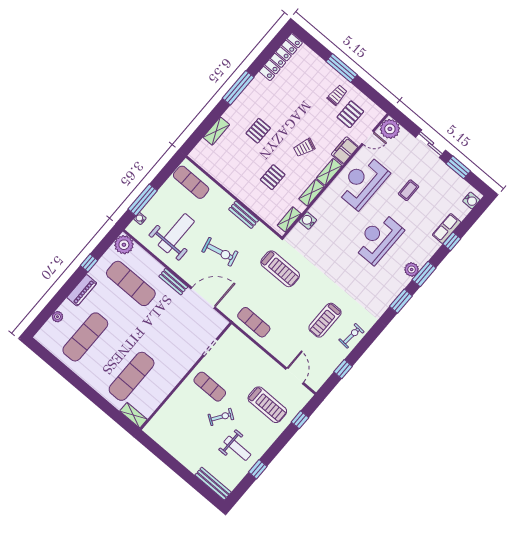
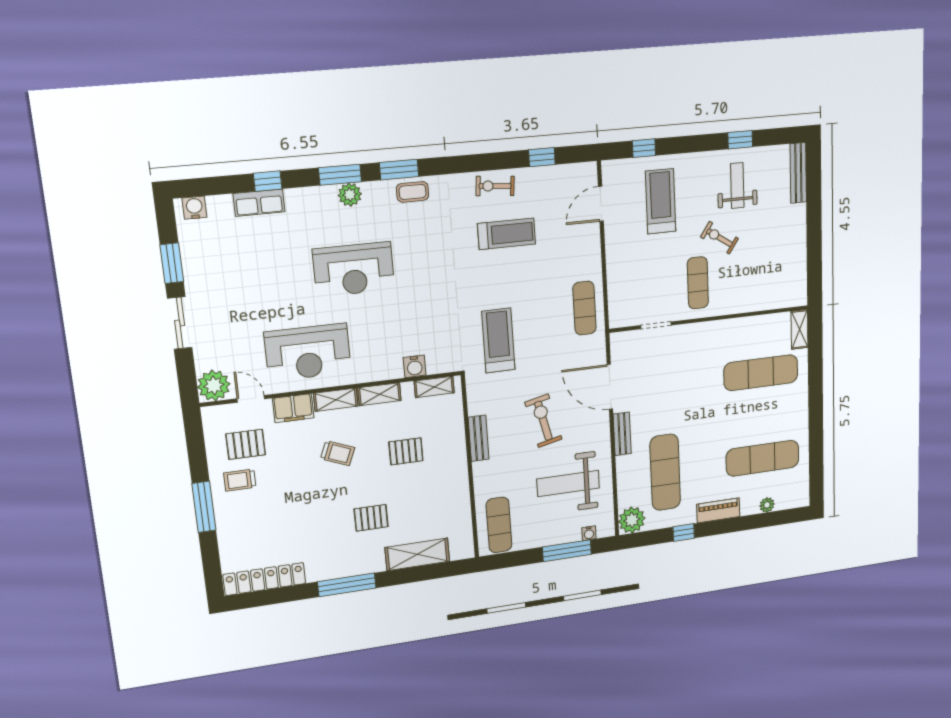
shelving: (216, 131) -> (417, 554), width x1.50, depth x1.33
coffee table: (409, 190) -> (413, 192), moved

